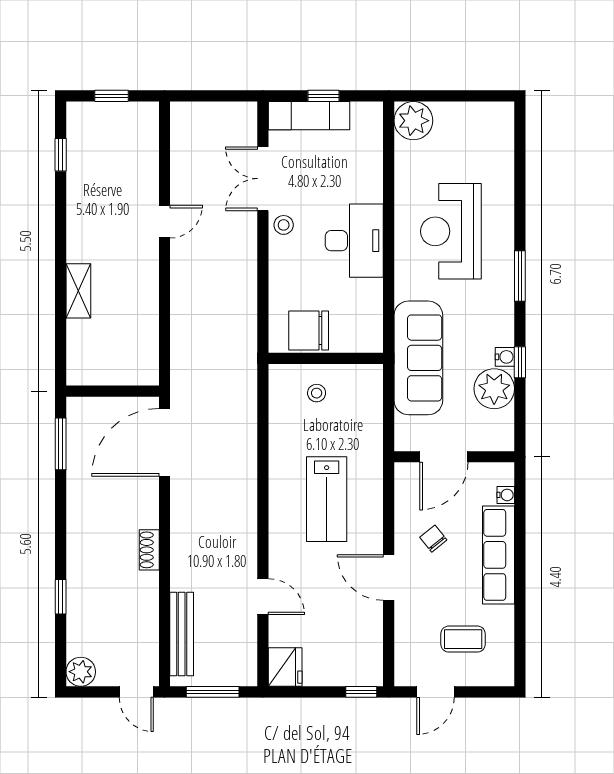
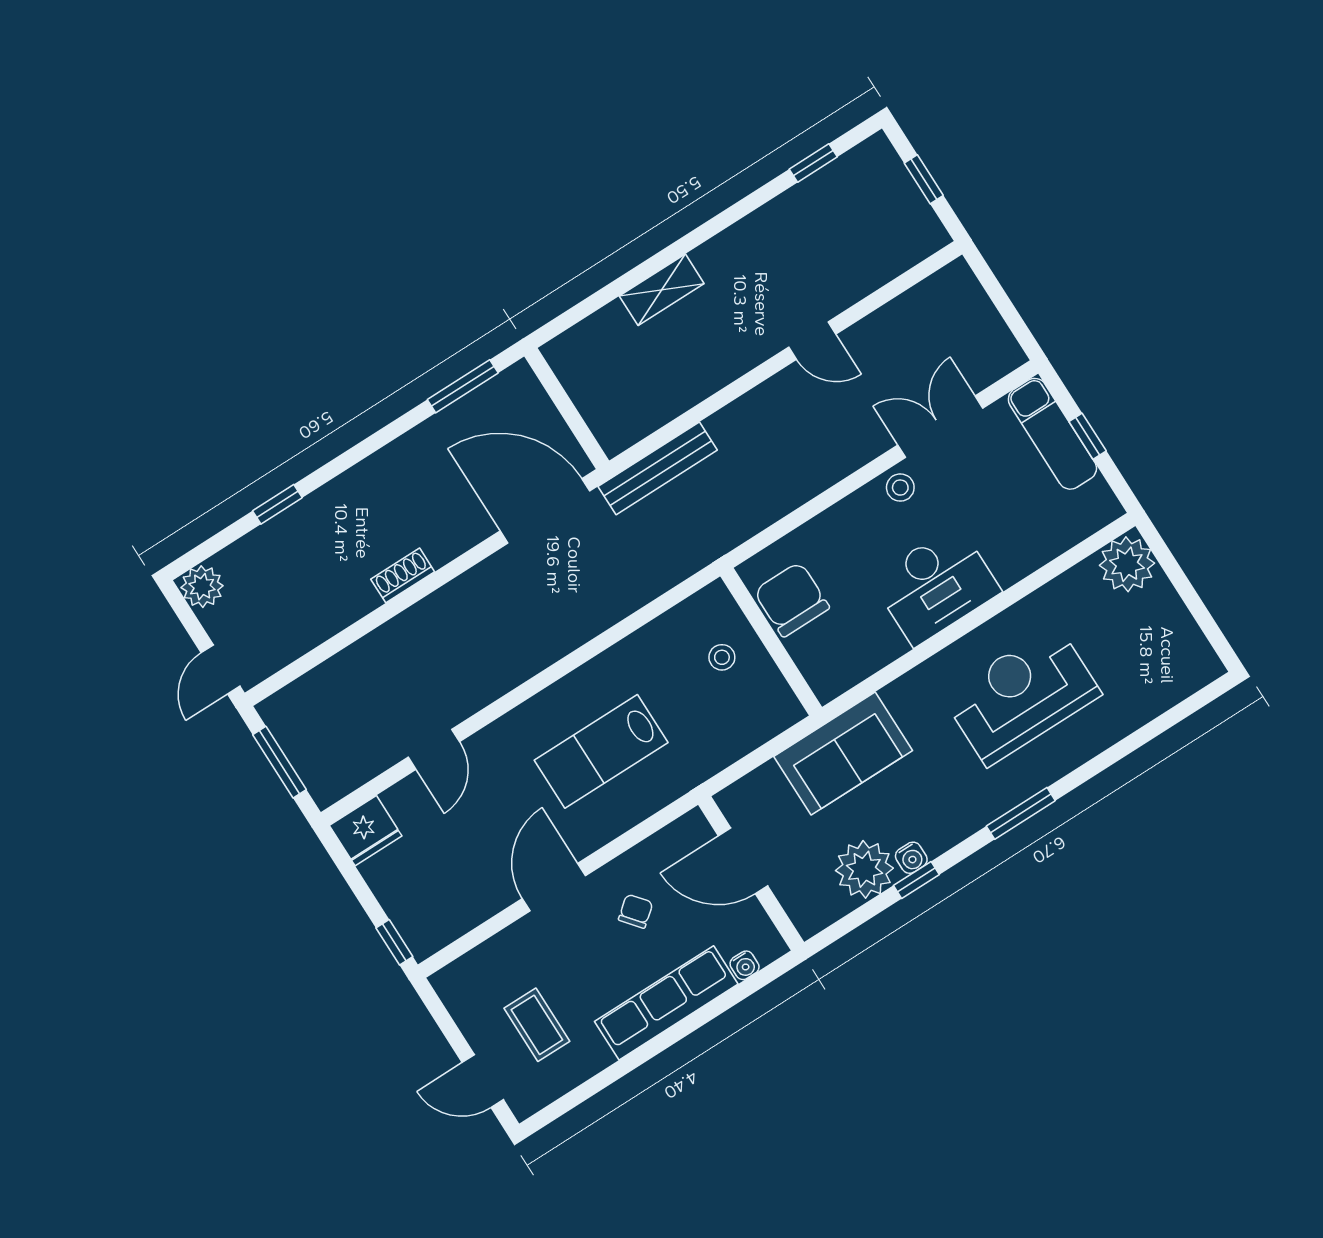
sofa: (418, 358) -> (843, 754), width x0.73
bench: (182, 634) -> (658, 468), moved
door: (436, 692) -> (483, 1081), moved

